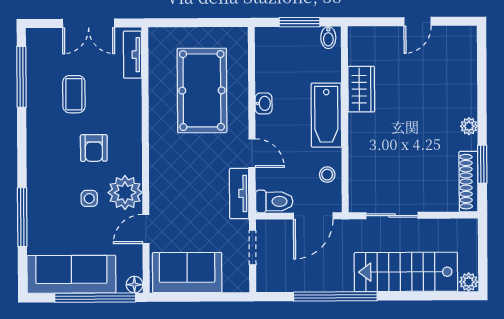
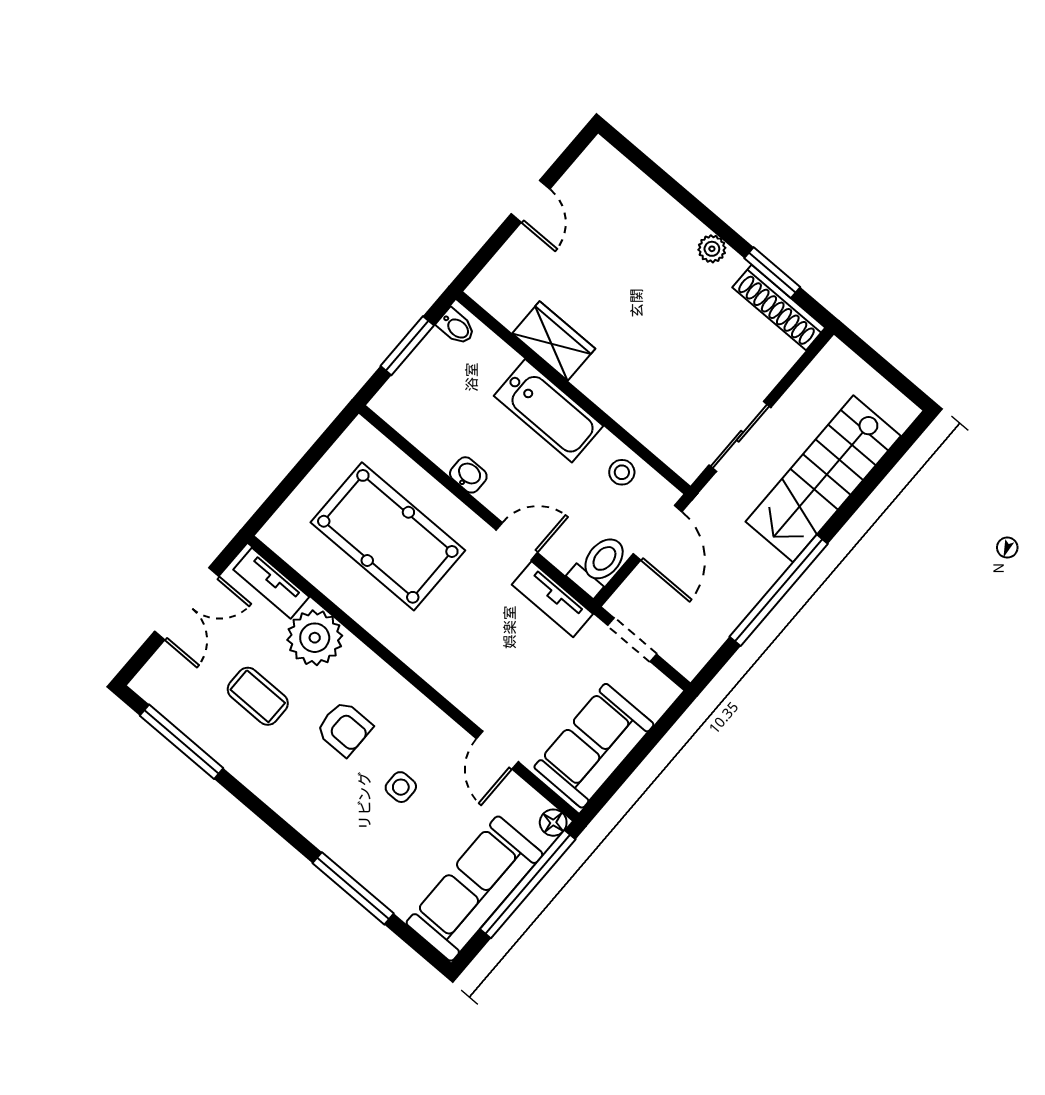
plant: (125, 193) -> (315, 638), moved
plant: (469, 282) -> (901, 413), removed

